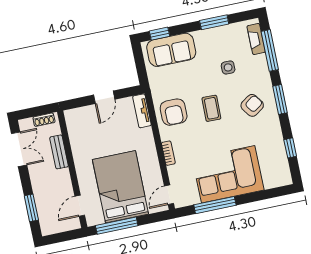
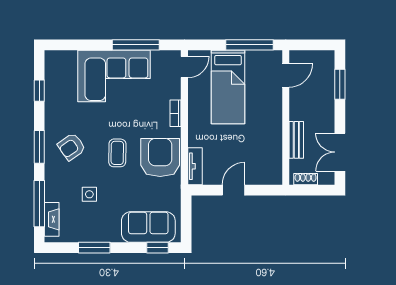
armchair: (174, 112) -> (160, 158), width x1.36, depth x1.36
bed: (120, 187) -> (228, 87), width x0.67

